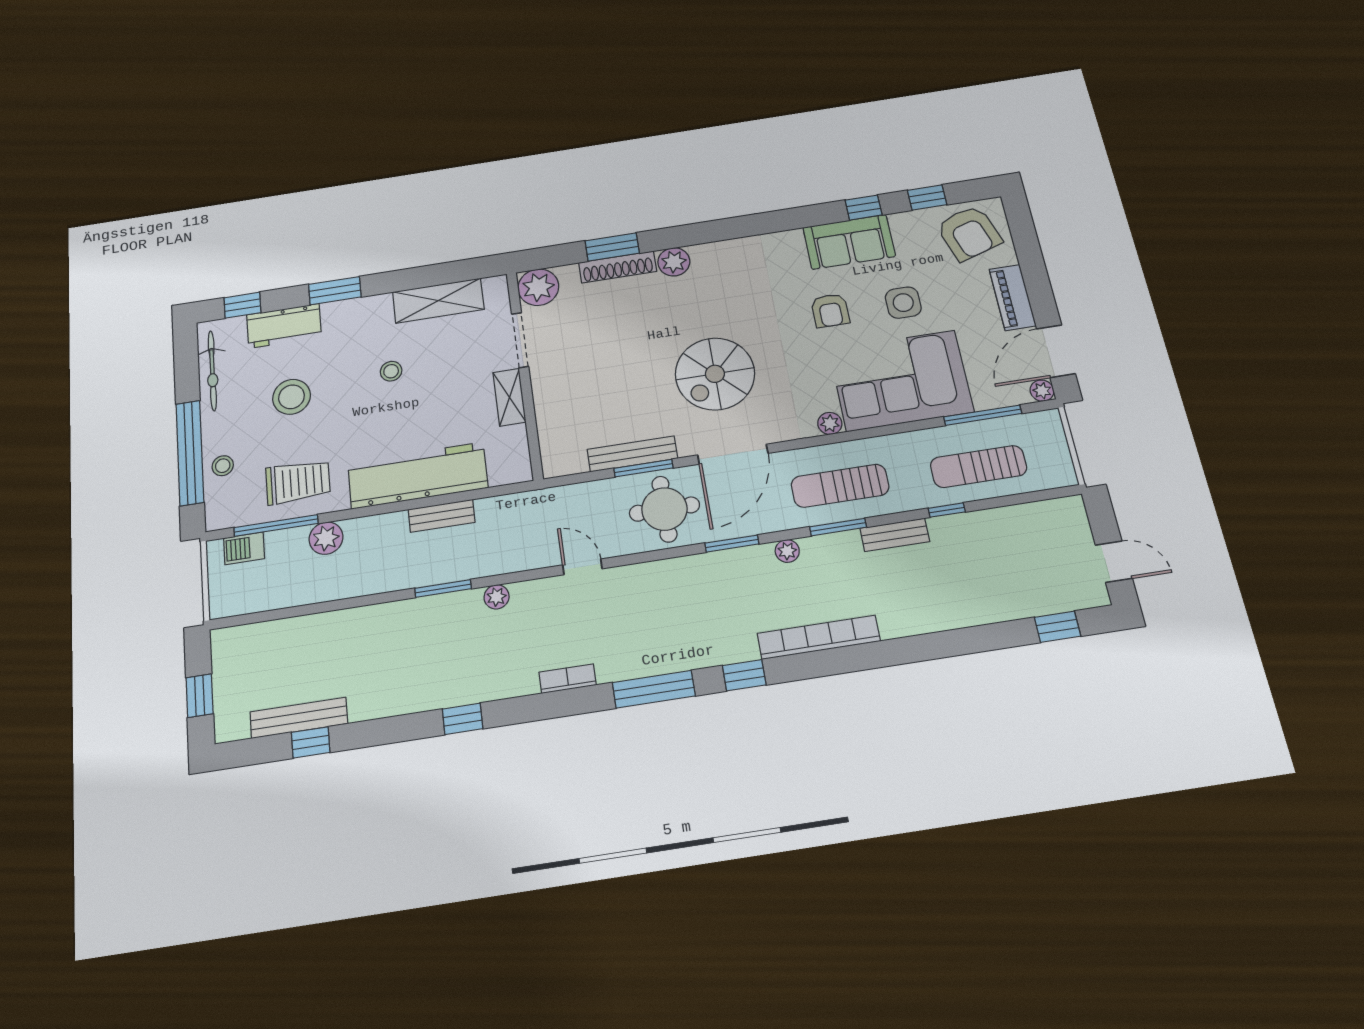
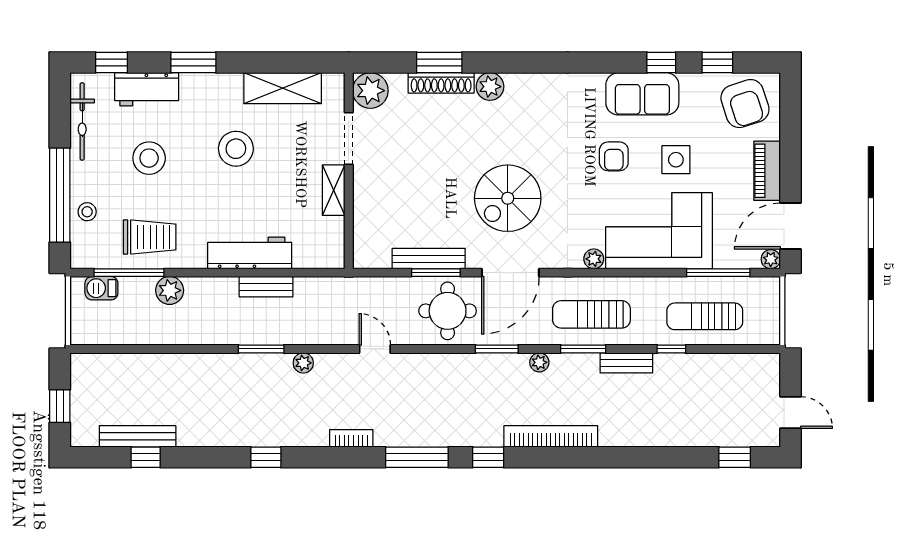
stool: (391, 371) -> (236, 149), width x1.89, depth x1.89
workbench: (418, 475) -> (250, 253), width x0.73, depth x0.76

